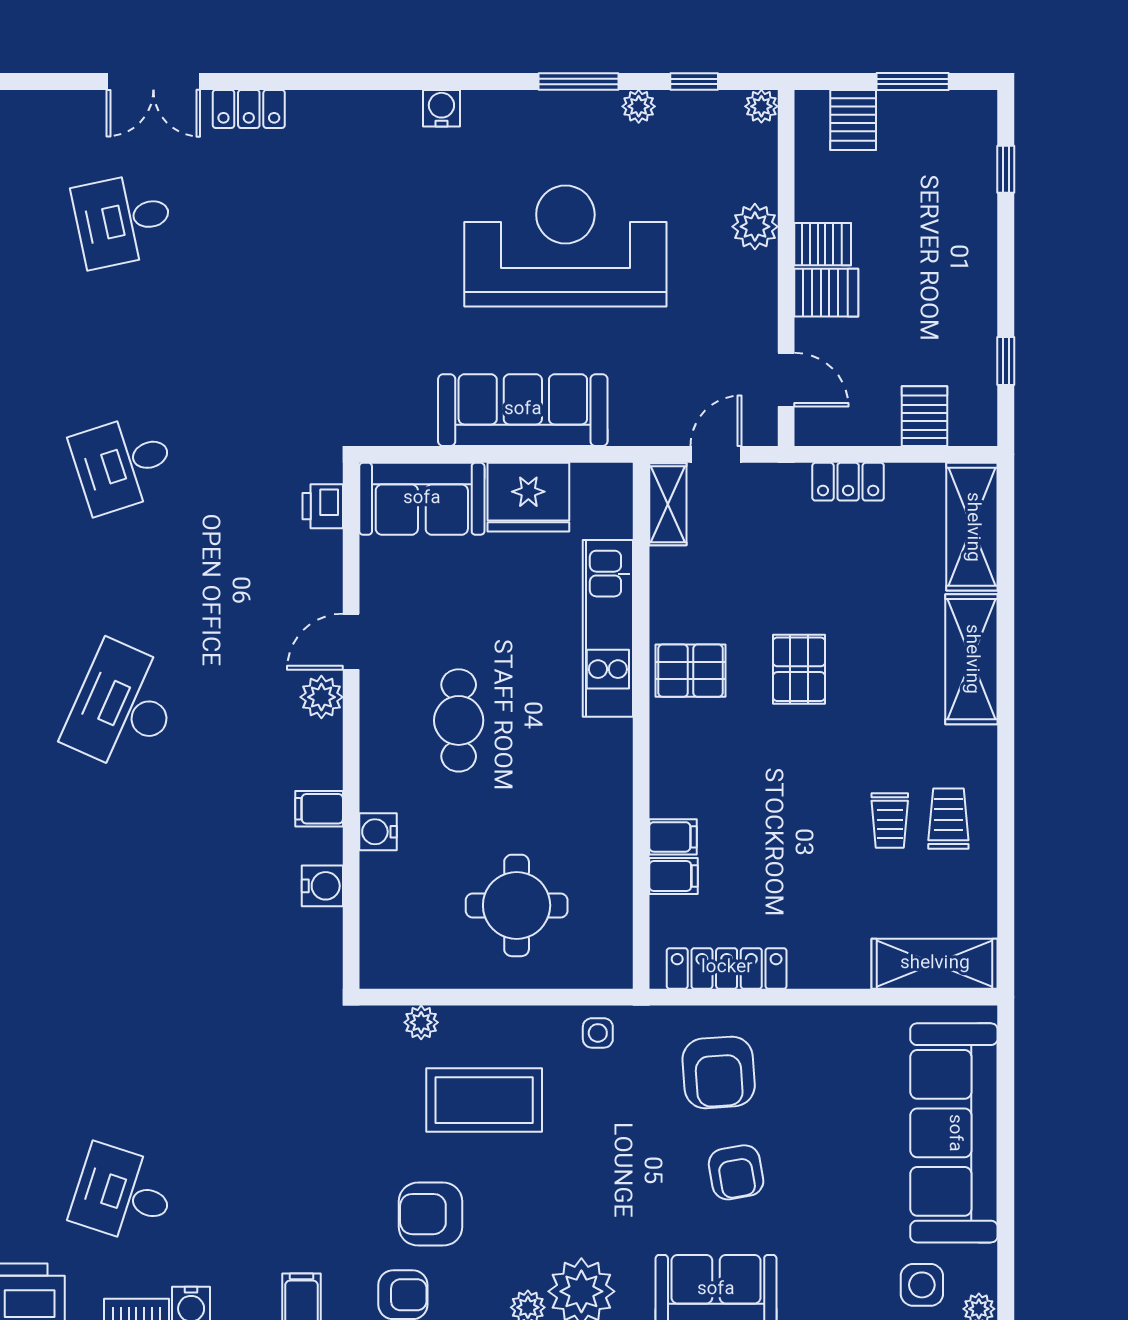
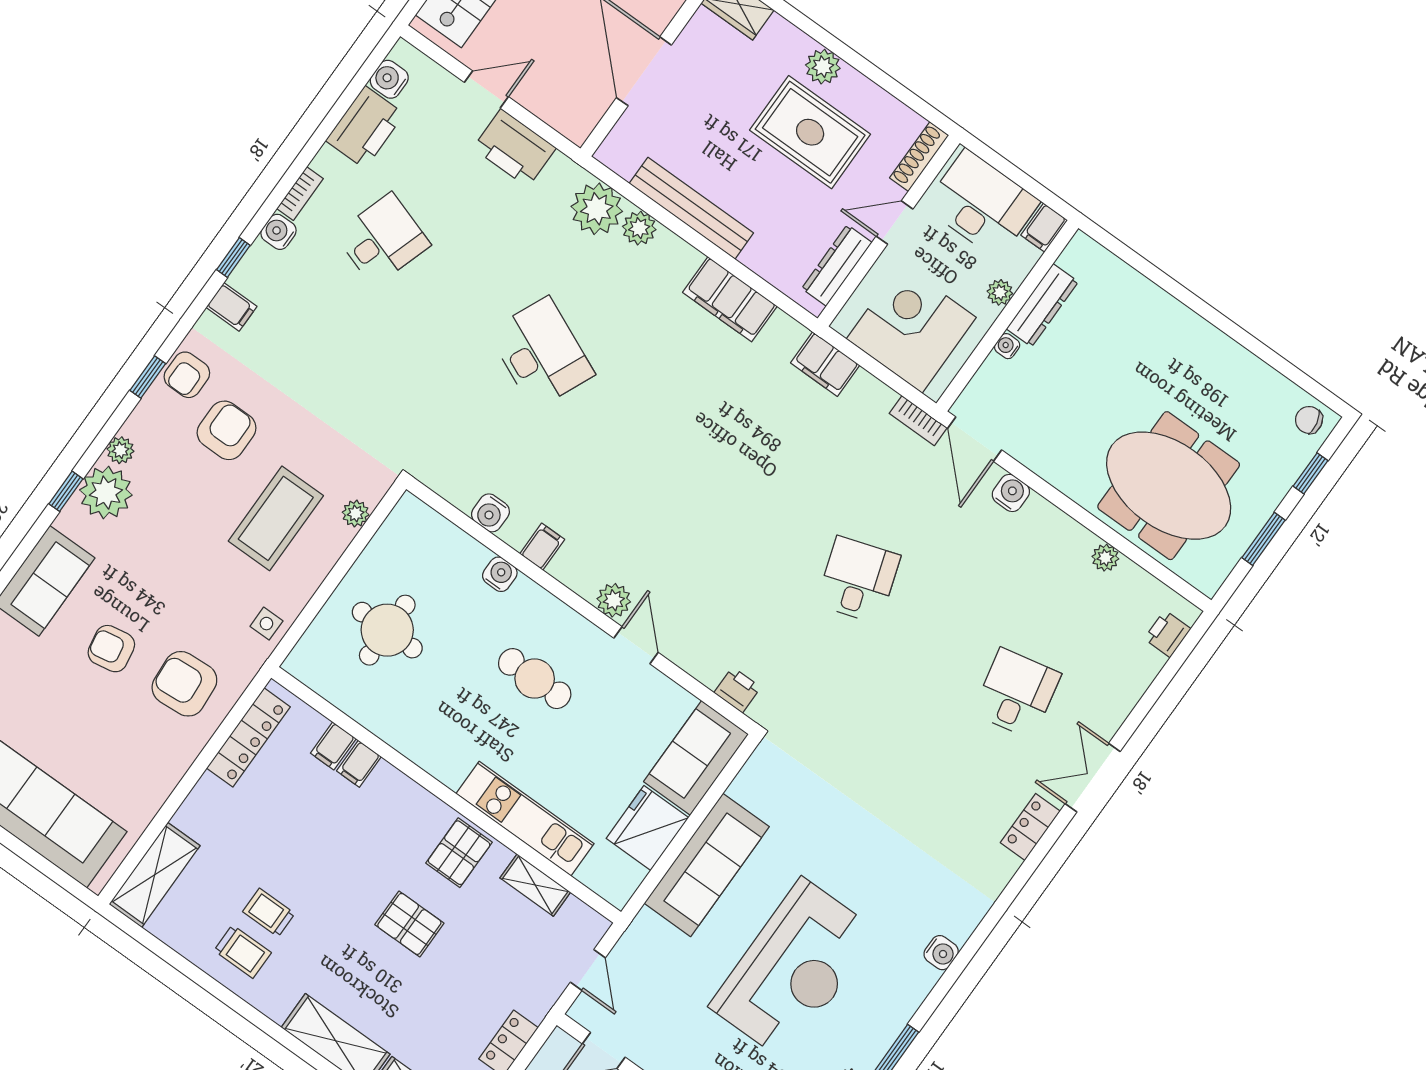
shelving: (668, 504) -> (535, 885), moved
desk: (123, 707) -> (541, 353), moved

